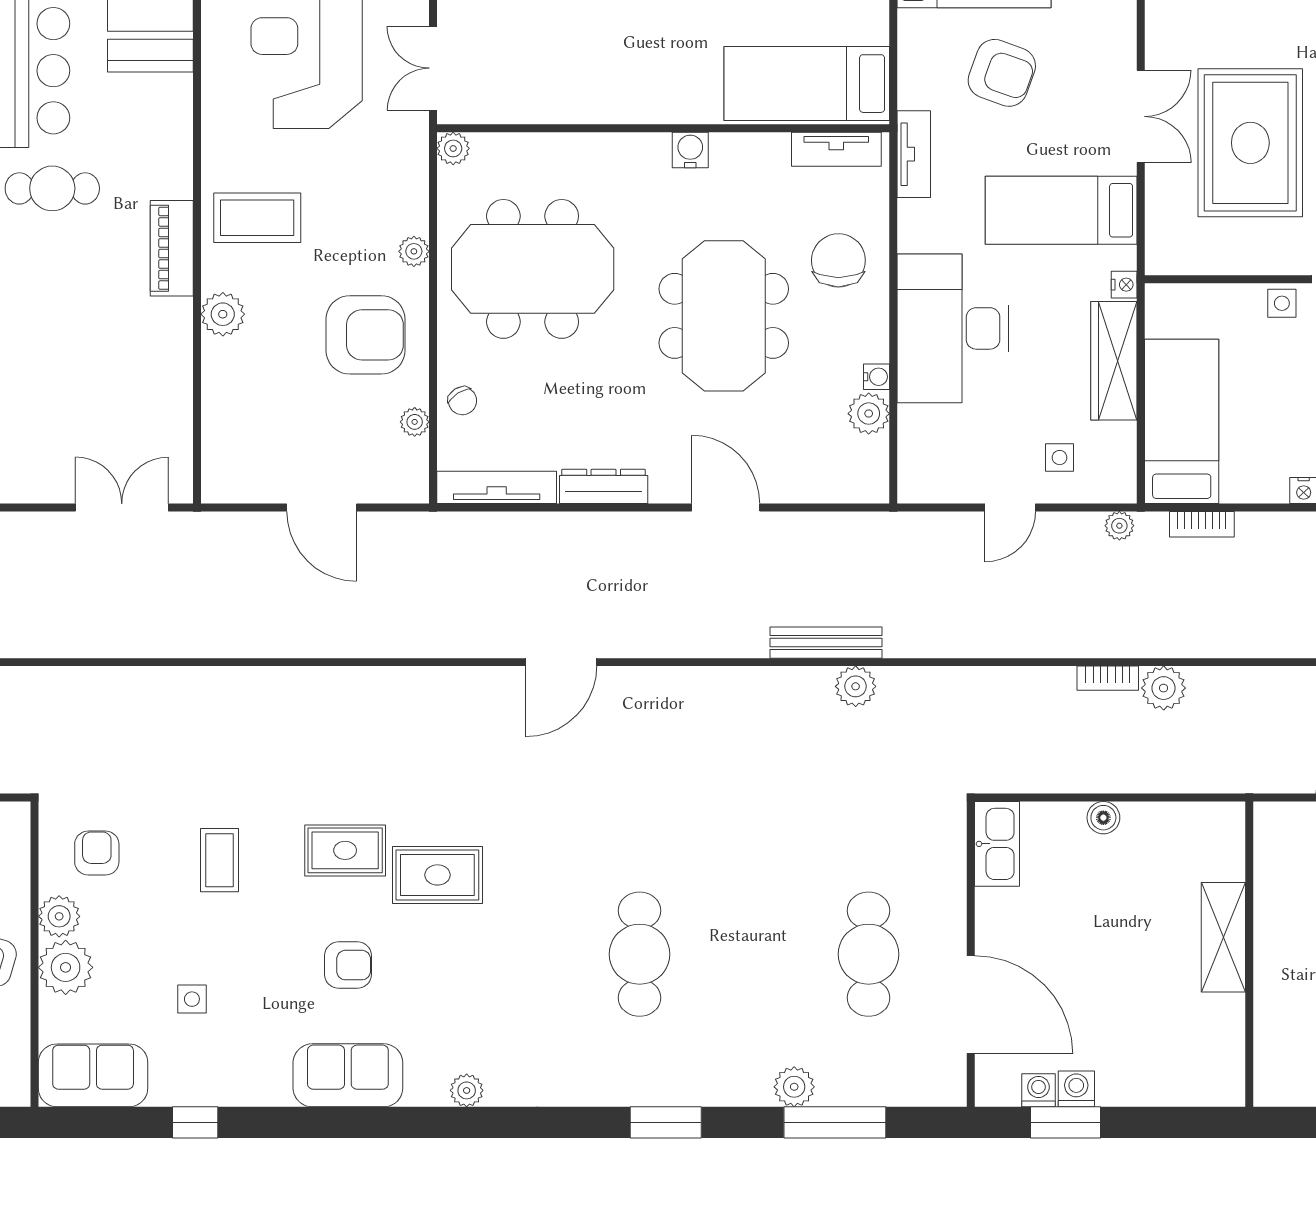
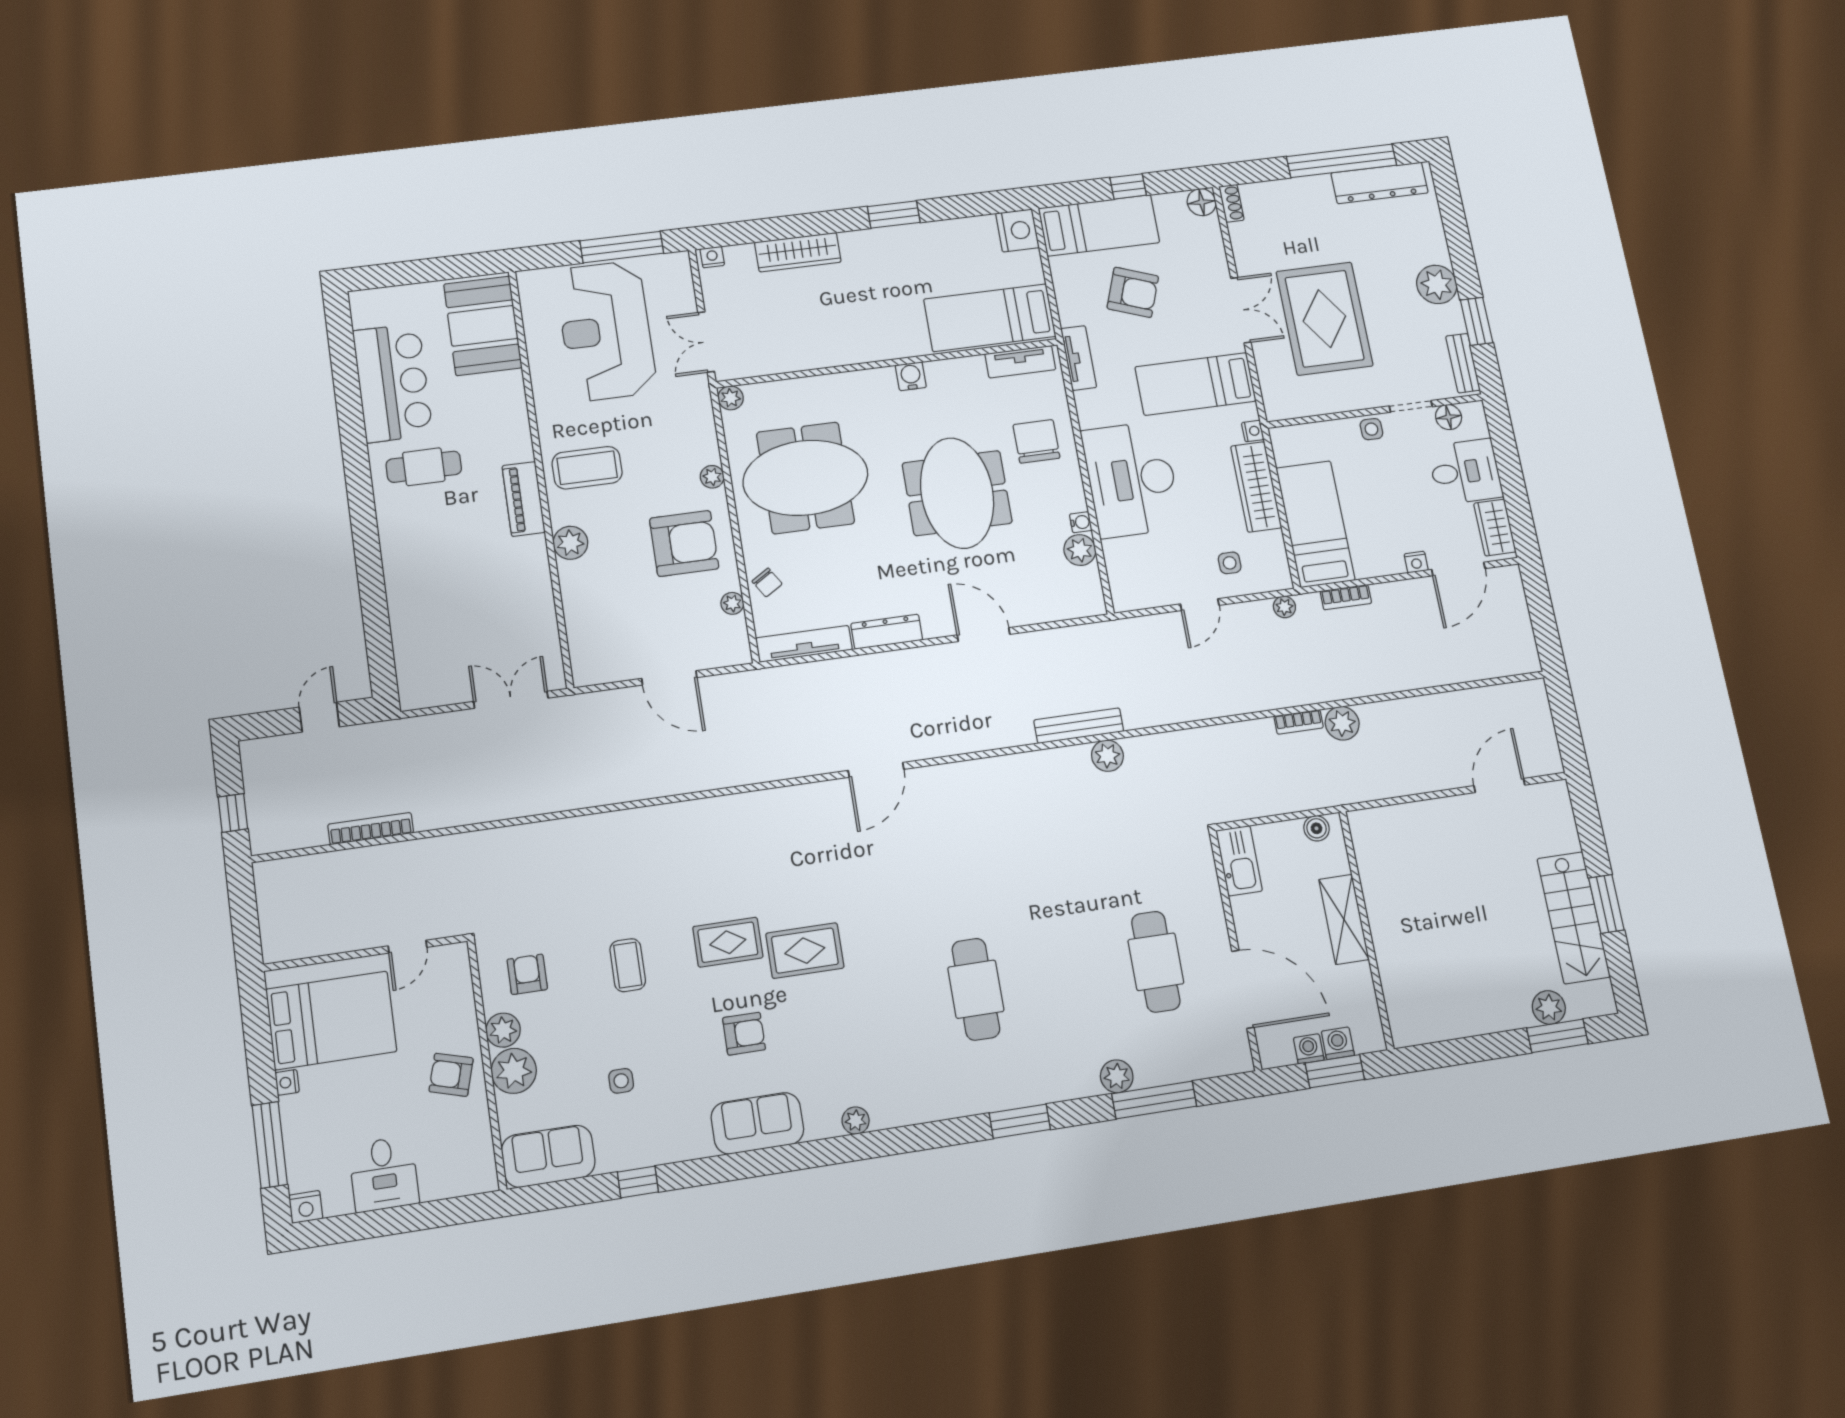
shelving: (1223, 937) -> (1344, 919), moved
wall: (1249, 954) -> (1366, 929), moved

